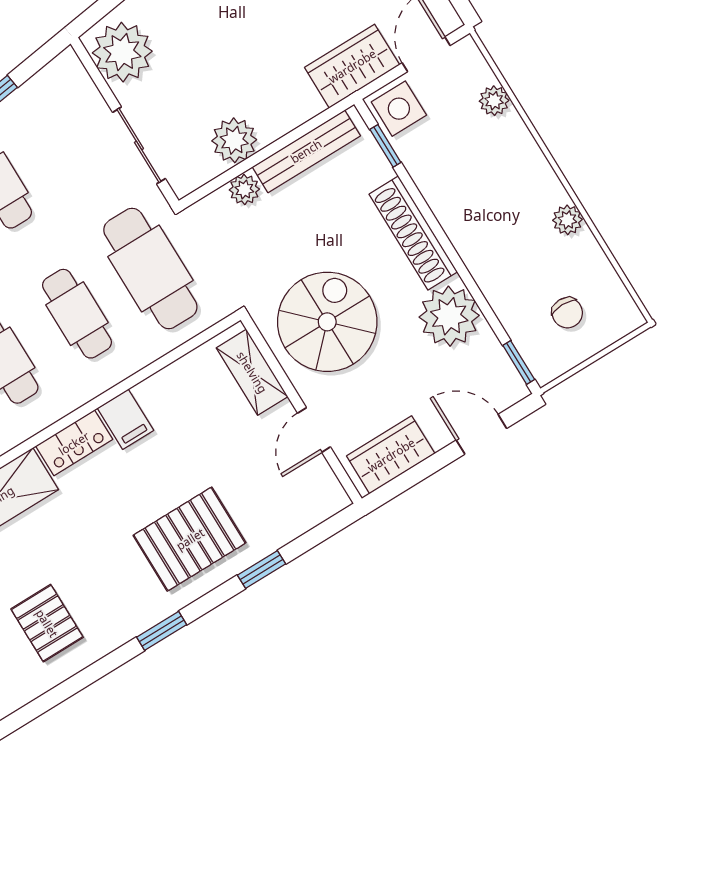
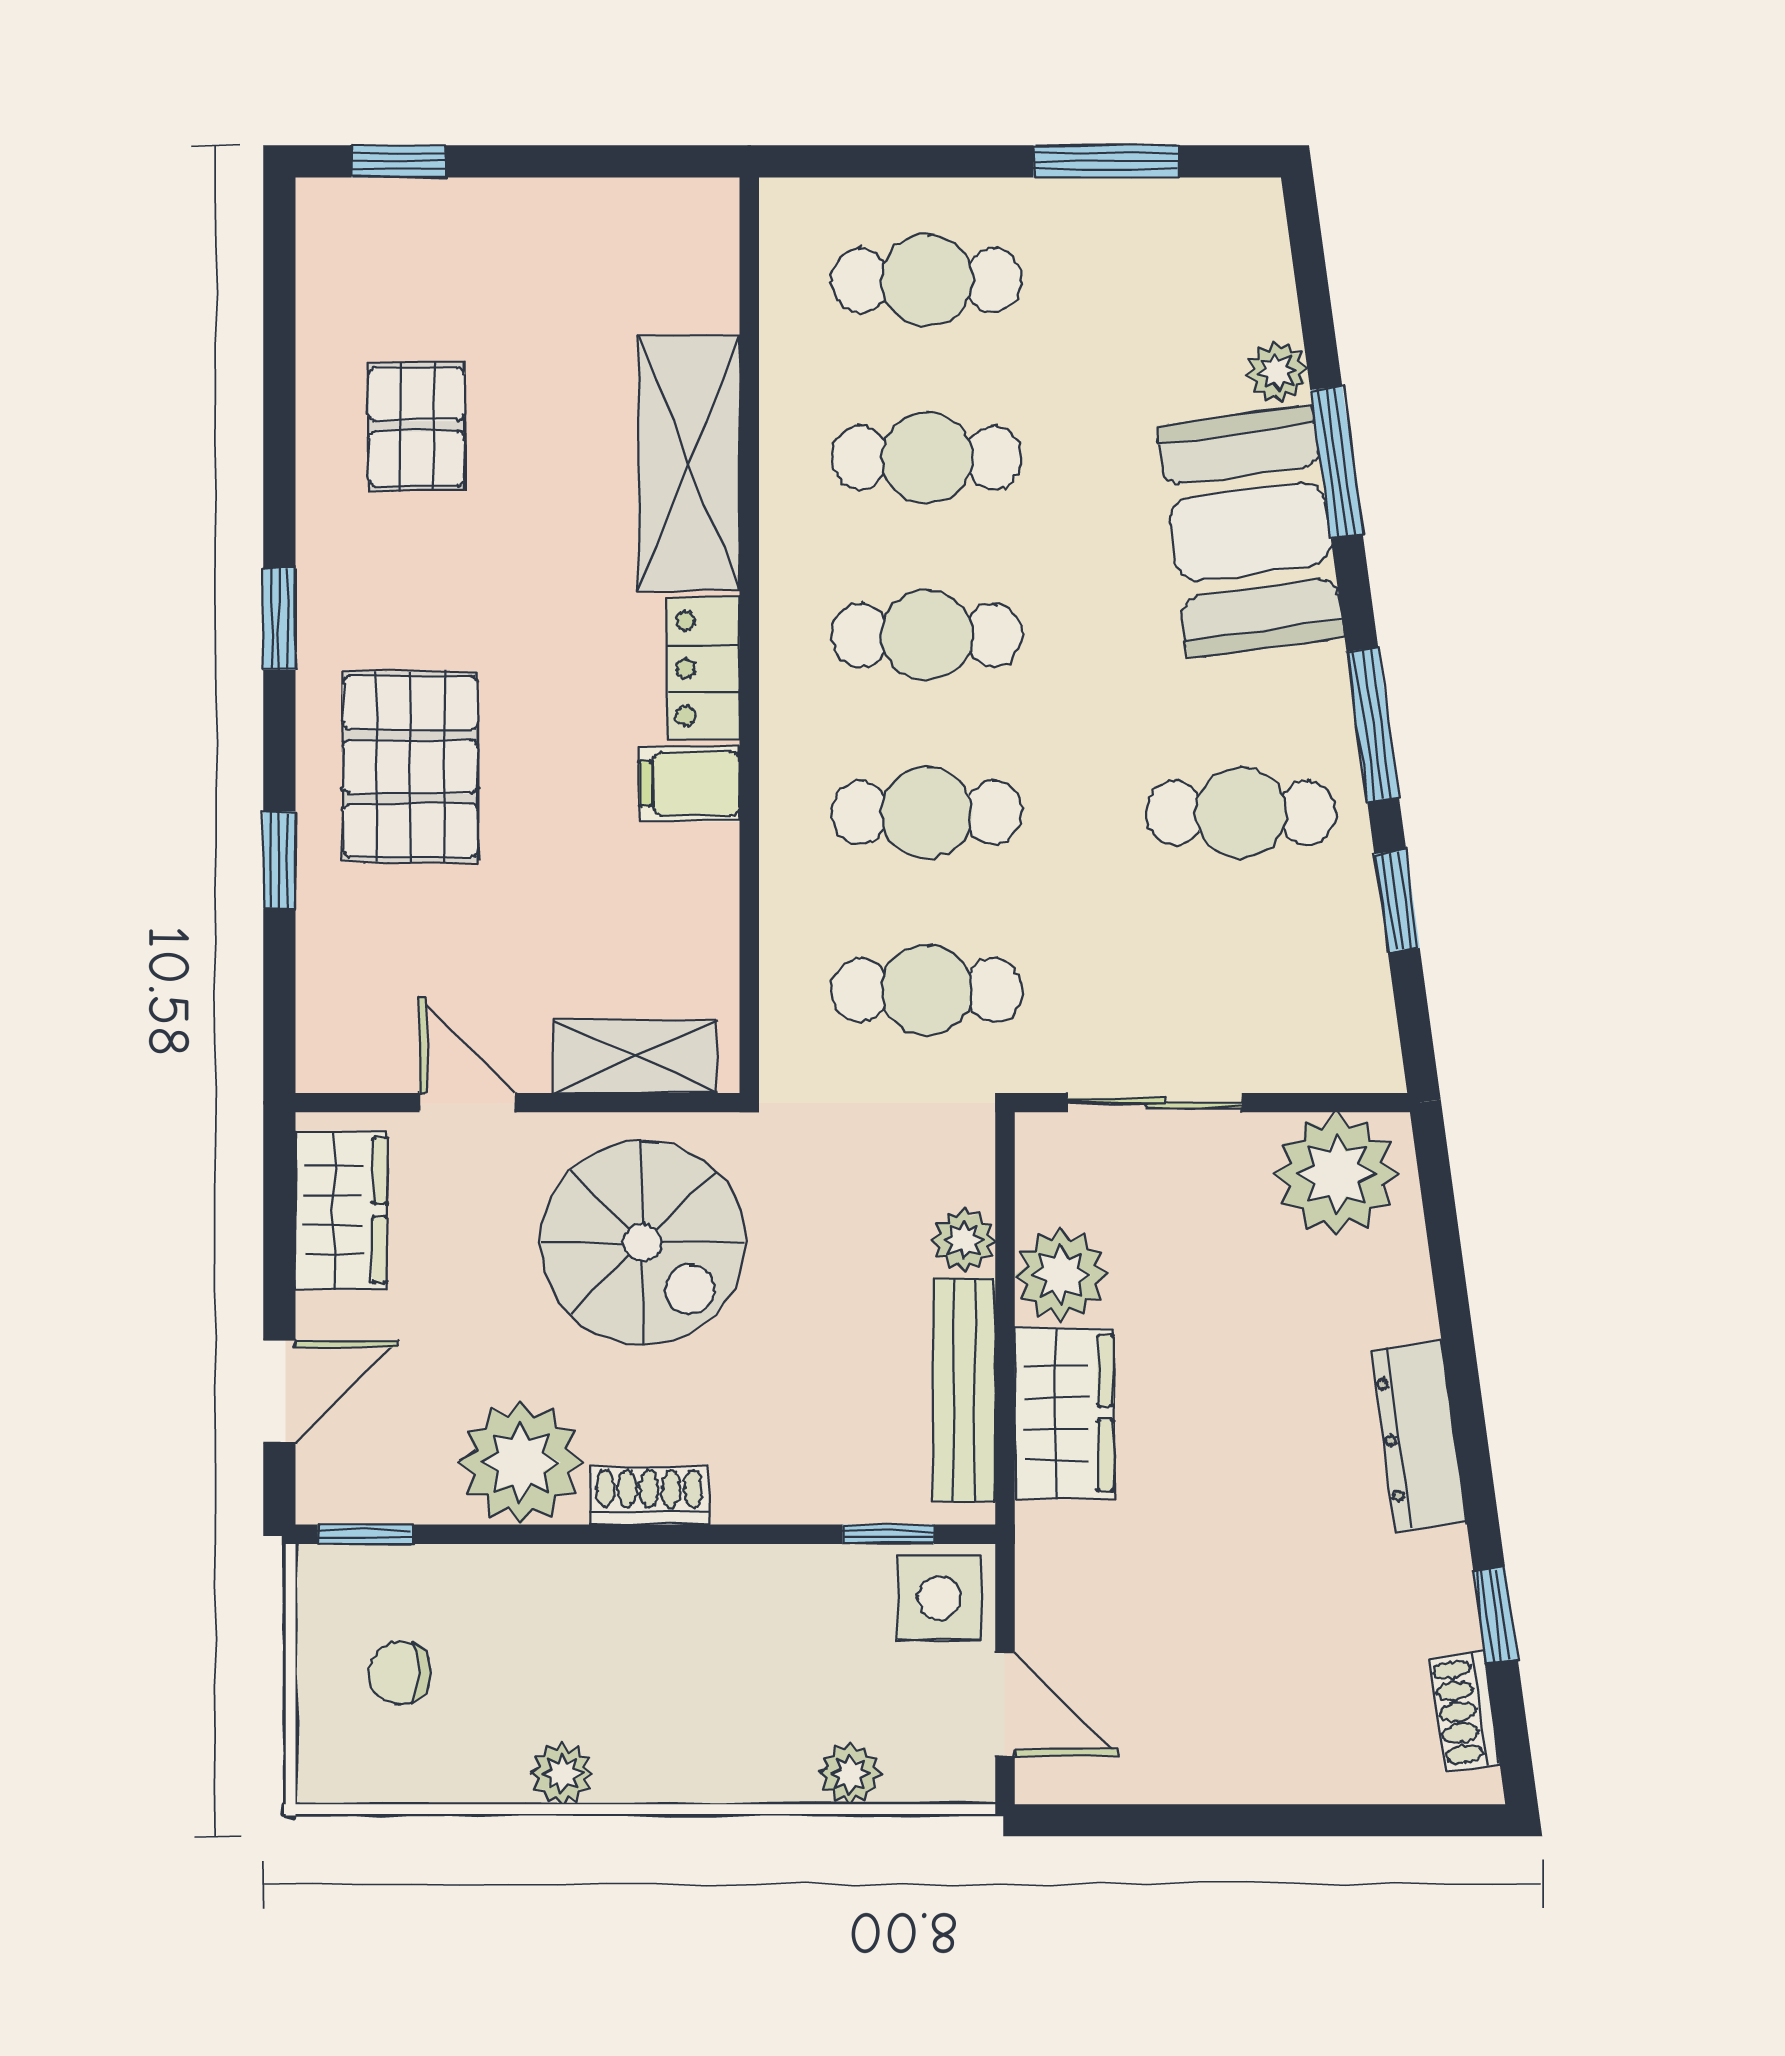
wardrobe: (352, 66) -> (1064, 1413), moved
shoe rack: (413, 233) -> (649, 1496), width x0.51, depth x0.81
cafe table: (150, 268) -> (927, 990), width x0.73, depth x0.74
pallet: (47, 623) -> (417, 426), turned 90

